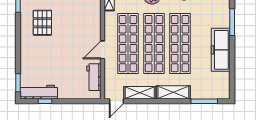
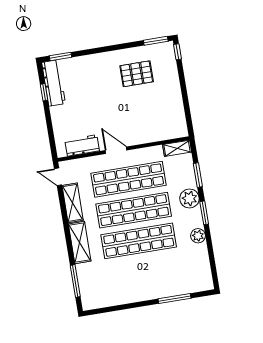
freezer: (221, 50) -> (139, 290), removed

